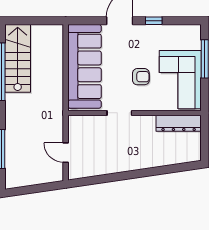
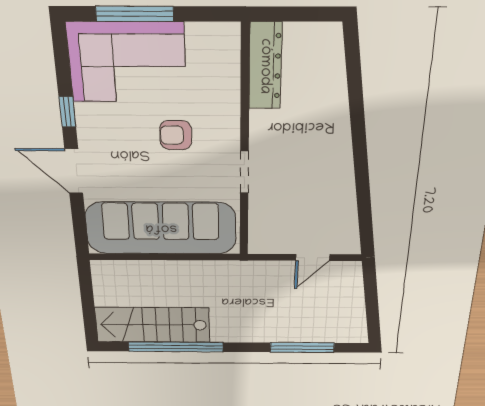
armchair: (141, 77) -> (176, 135), turned -90
corner sofa: (180, 80) -> (127, 62), moved

